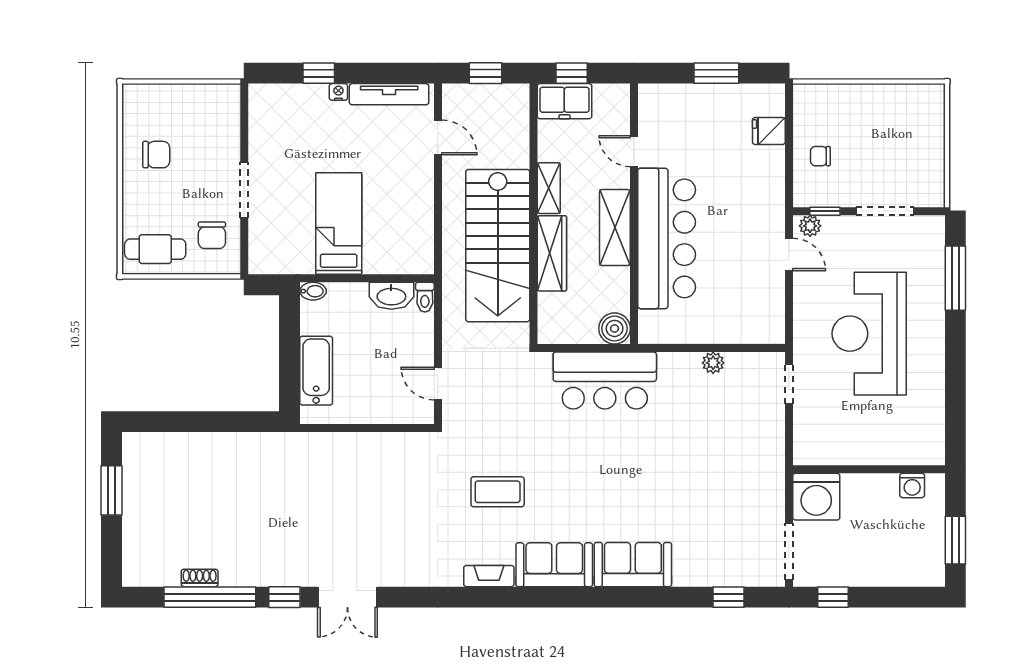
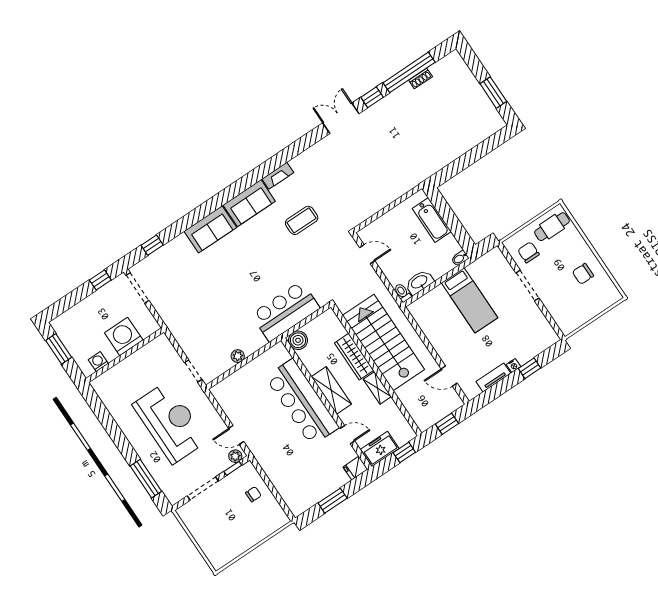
tv unit: (389, 94) -> (493, 377), width x0.71
freezer: (564, 101) -> (380, 449), moved
fridge: (769, 131) -> (355, 468), moved, turned 180
washing machine: (816, 497) -> (124, 336), moved

